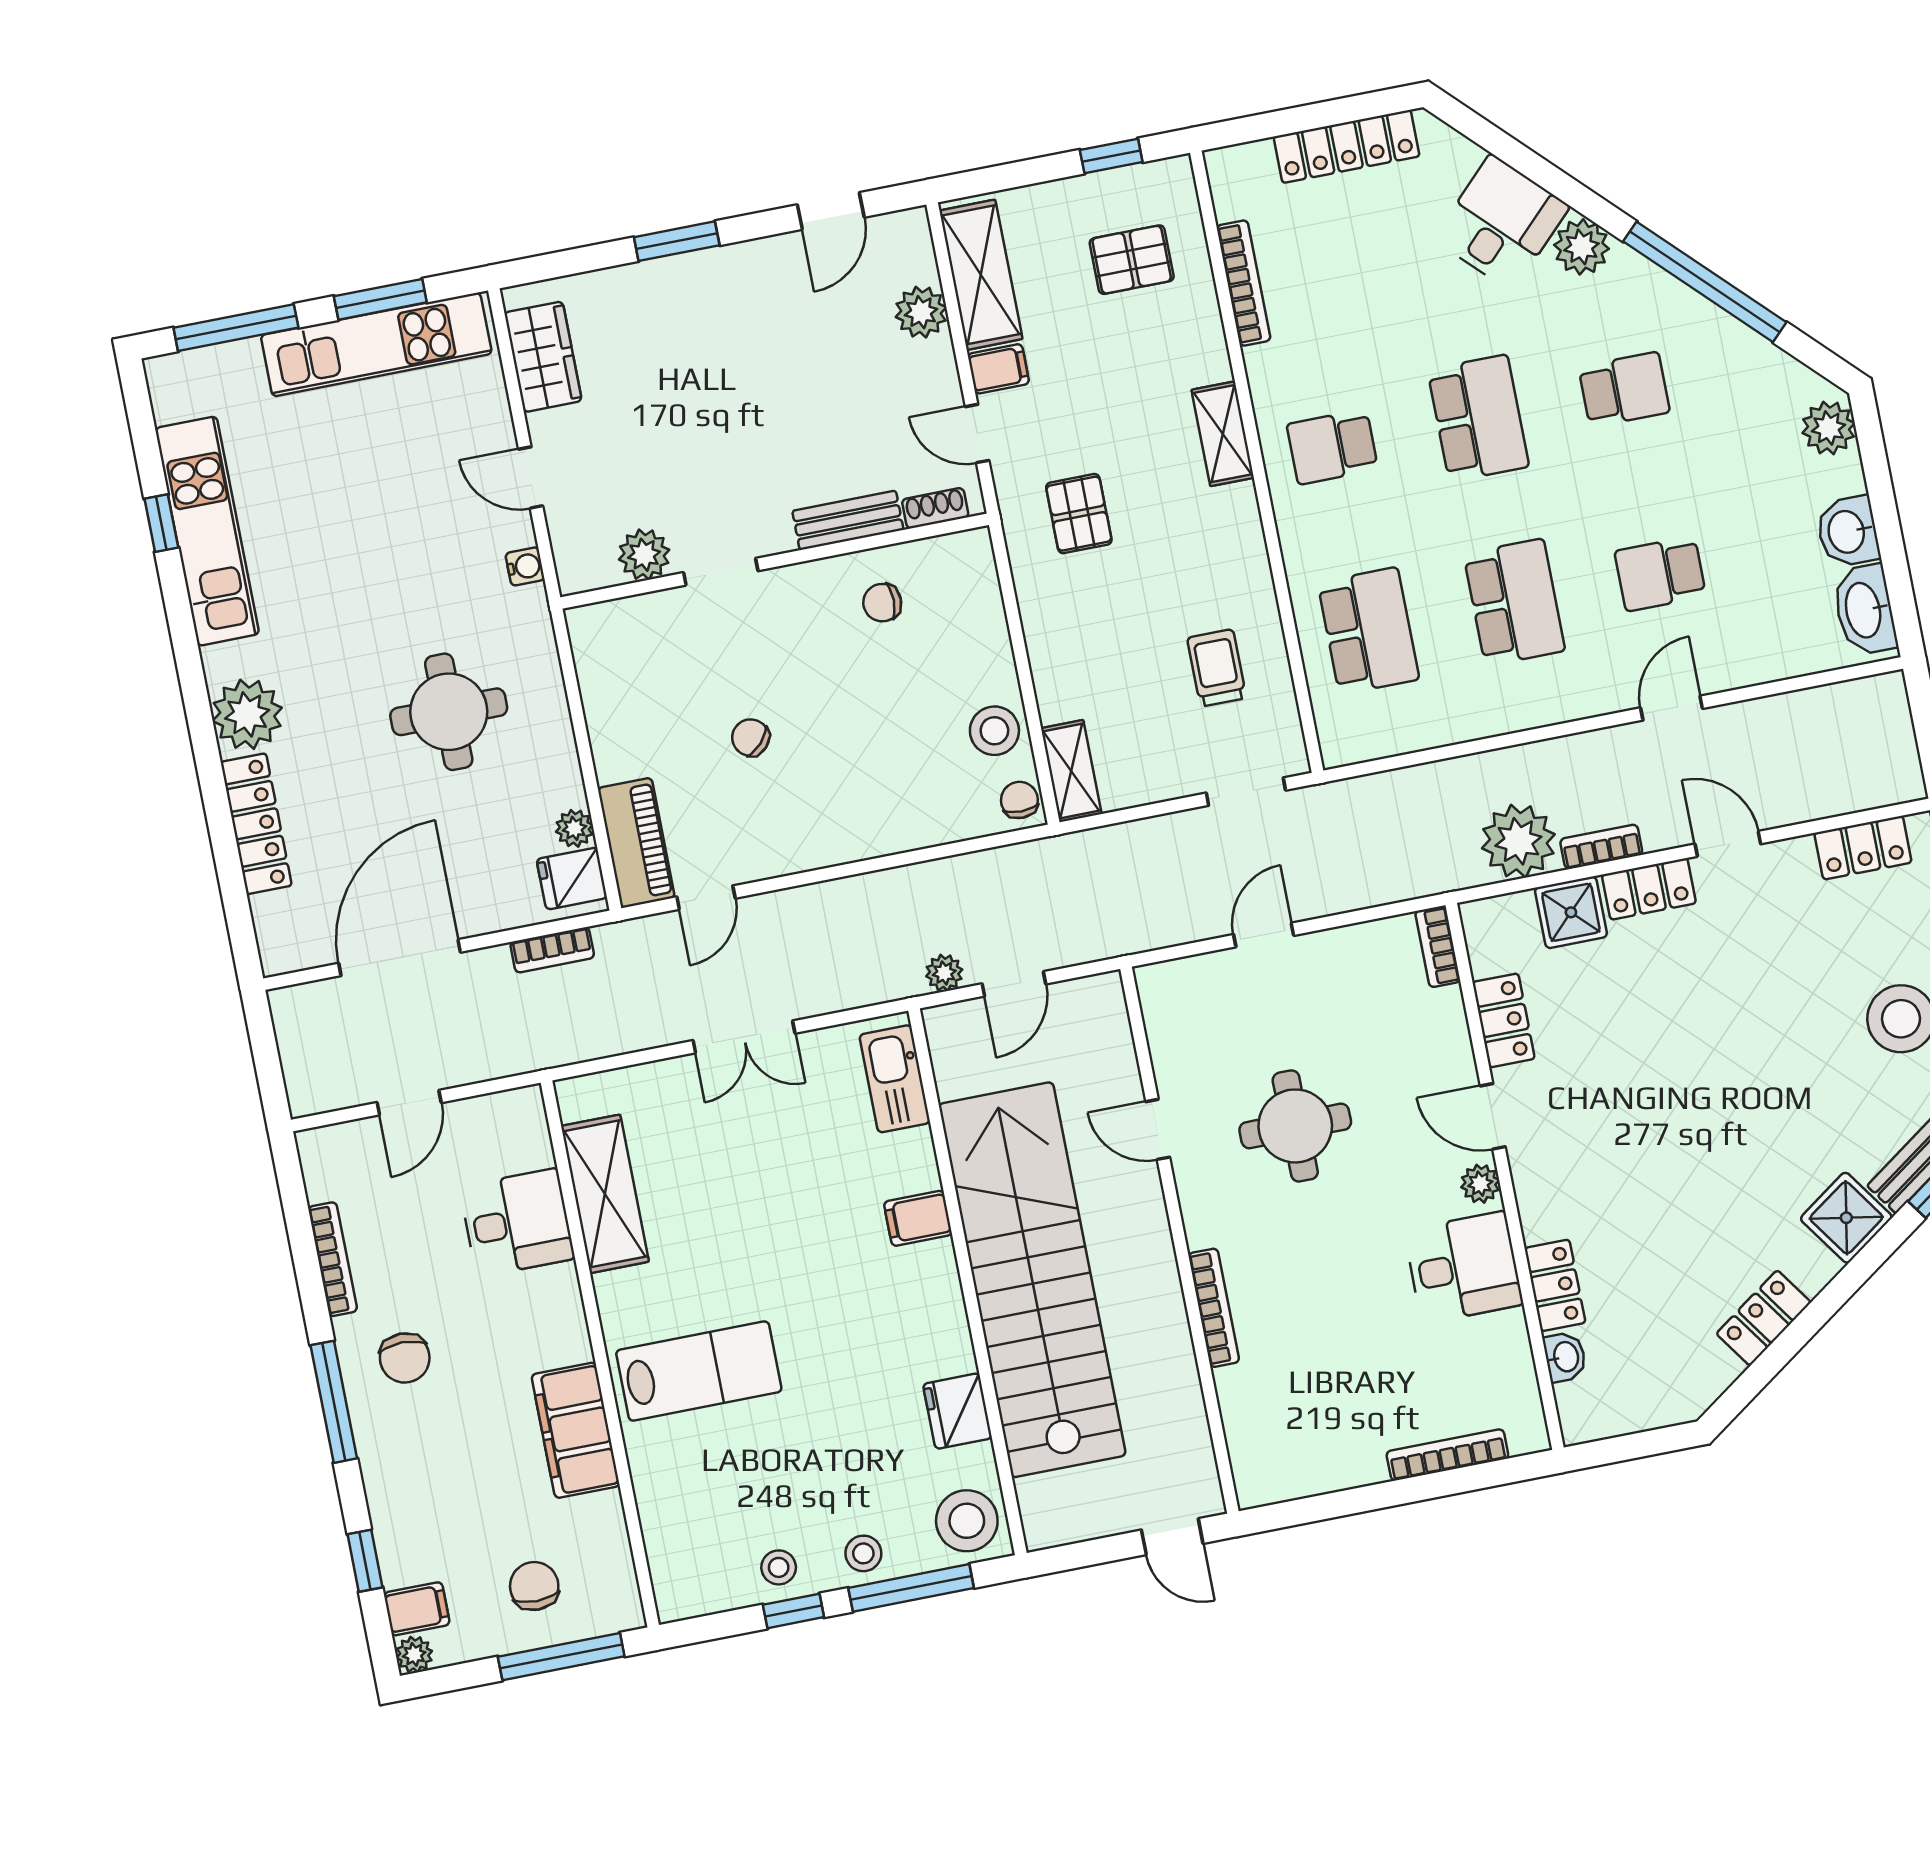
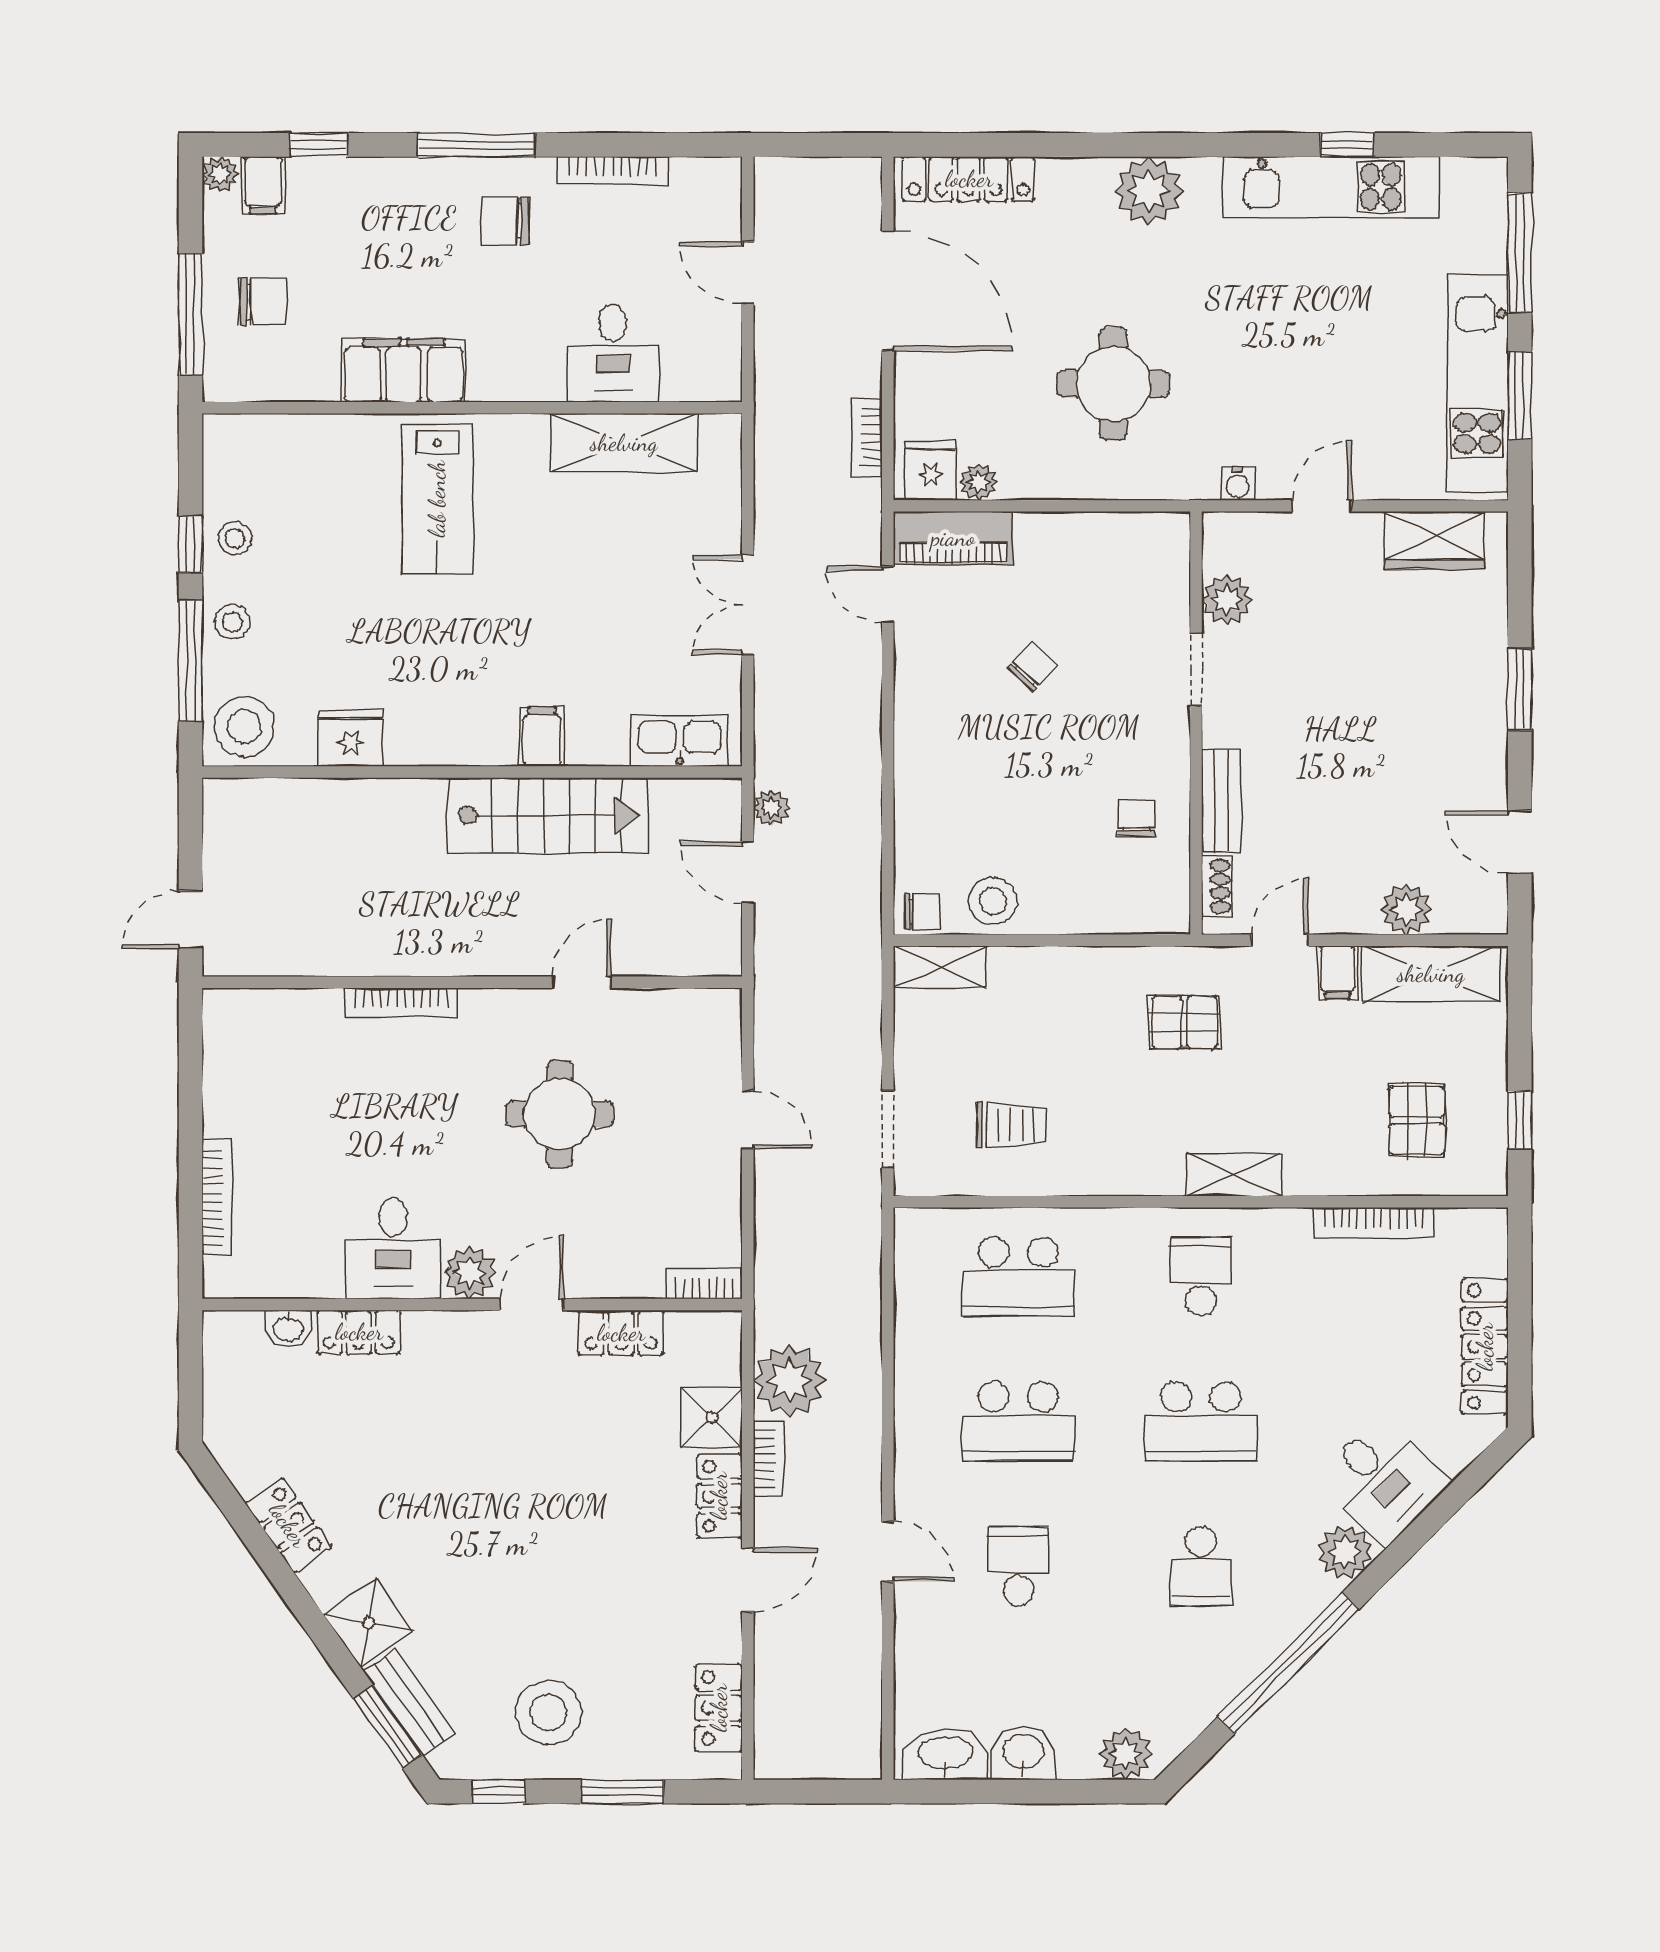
locker: (256, 824) -> (969, 179), moved
plant: (1480, 1184) -> (470, 1273), width x1.38, depth x1.38
stairs: (1032, 1280) -> (548, 815), width x0.54, depth x0.66

